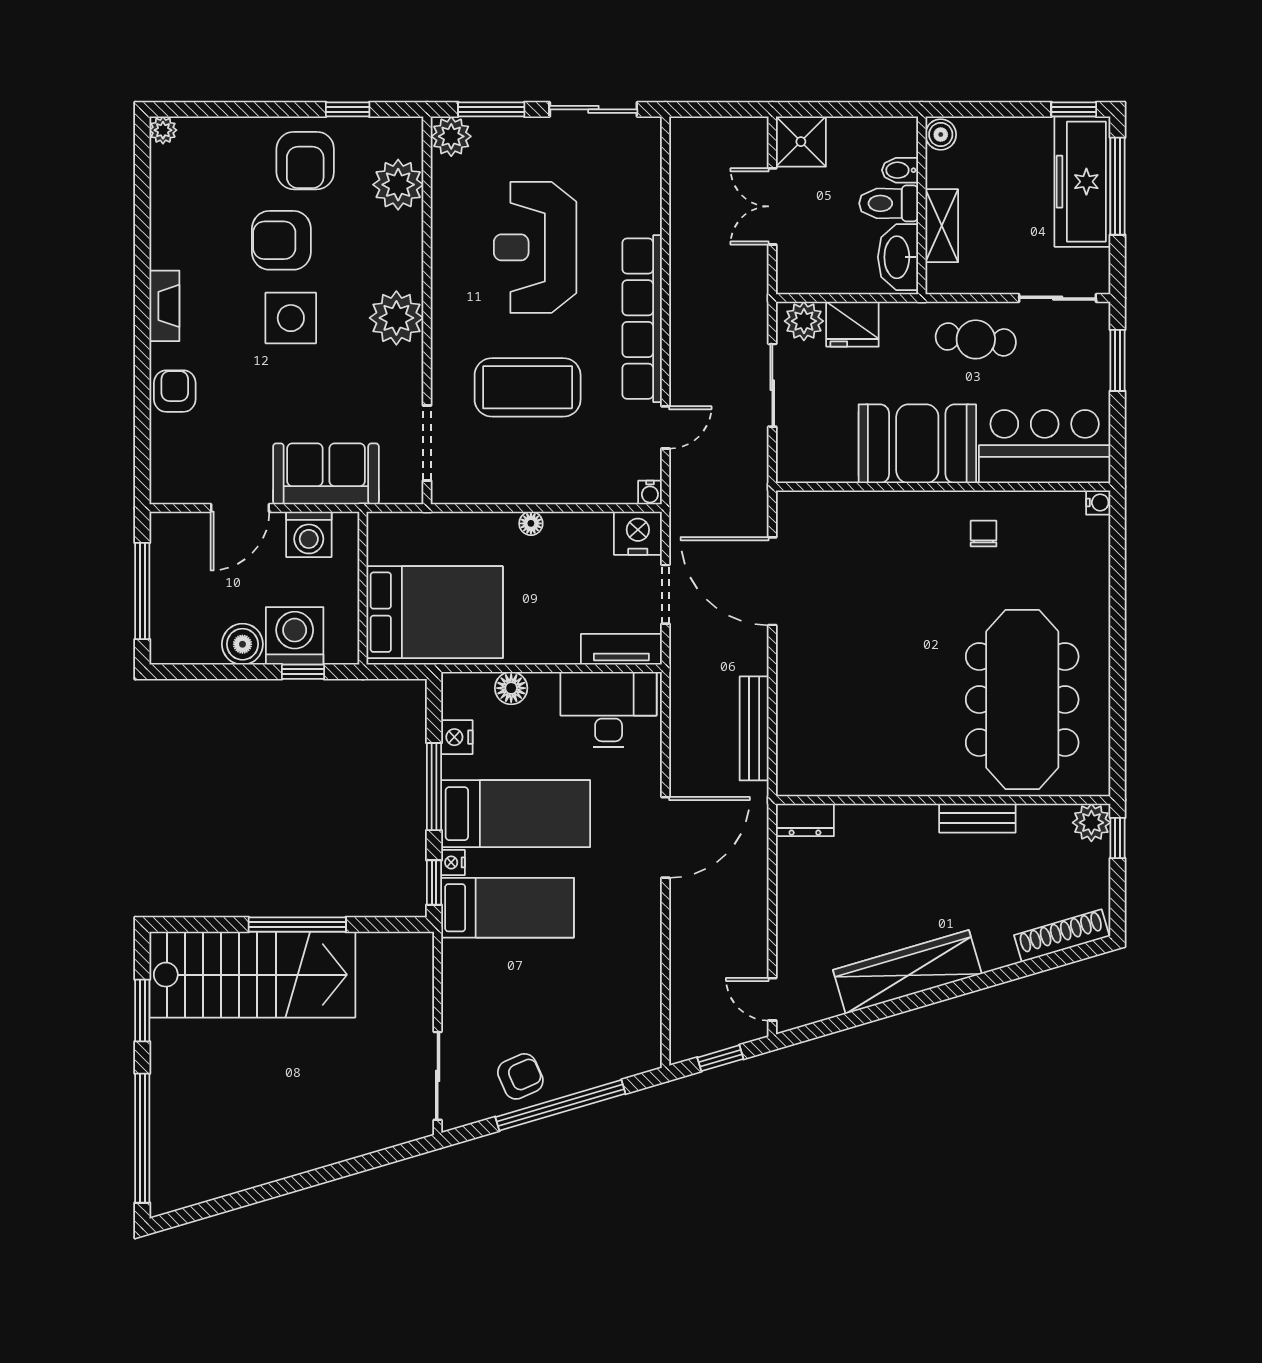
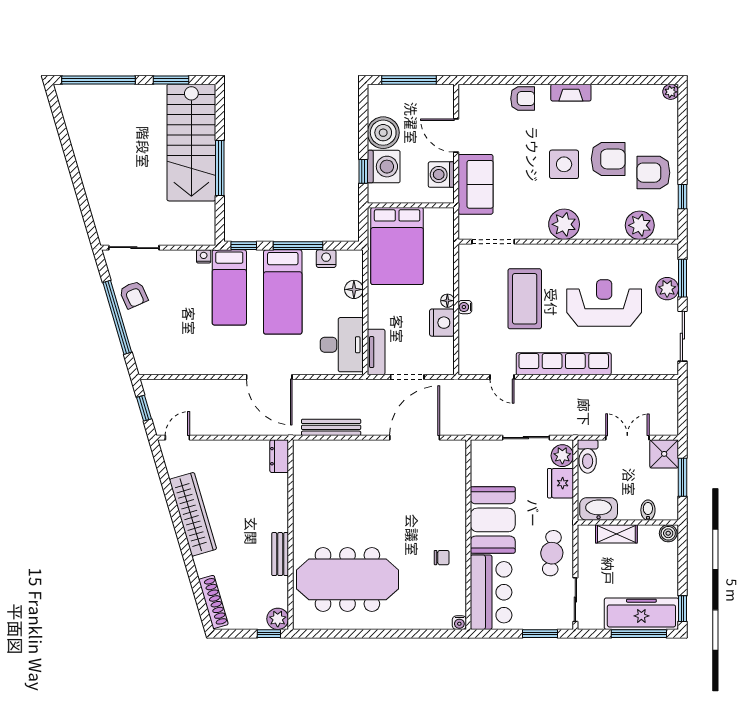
window: (842, 109) -> (682, 477), added
plant: (451, 136) -> (667, 289), moved
toilet: (889, 203) -> (588, 456), moved, turned 180
armchair: (281, 240) -> (608, 159), turned 90
water cooler: (650, 493) -> (465, 307), moved
nightstand: (638, 533) -> (442, 323), moved
boiler: (242, 644) -> (383, 133), width x1.37, depth x1.37
nightstand: (453, 862) -> (204, 256), moved

